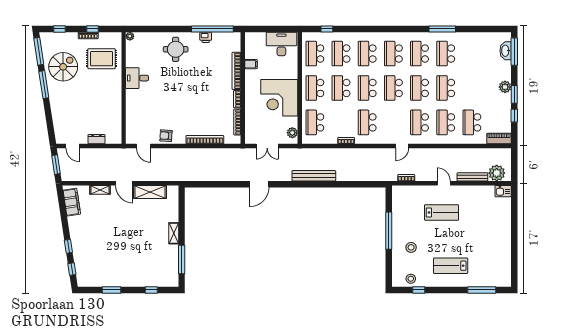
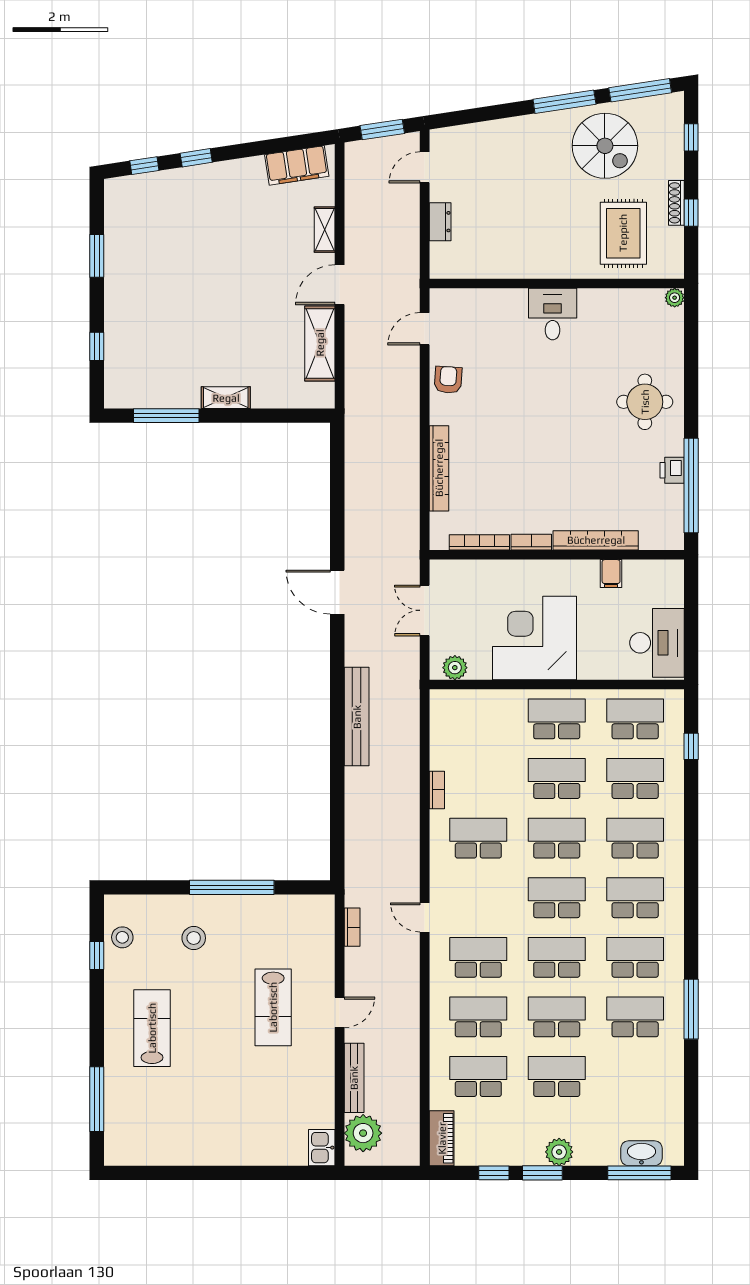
desk: (137, 78) -> (553, 314), moved
school desk: (315, 122) -> (557, 1076), moved

